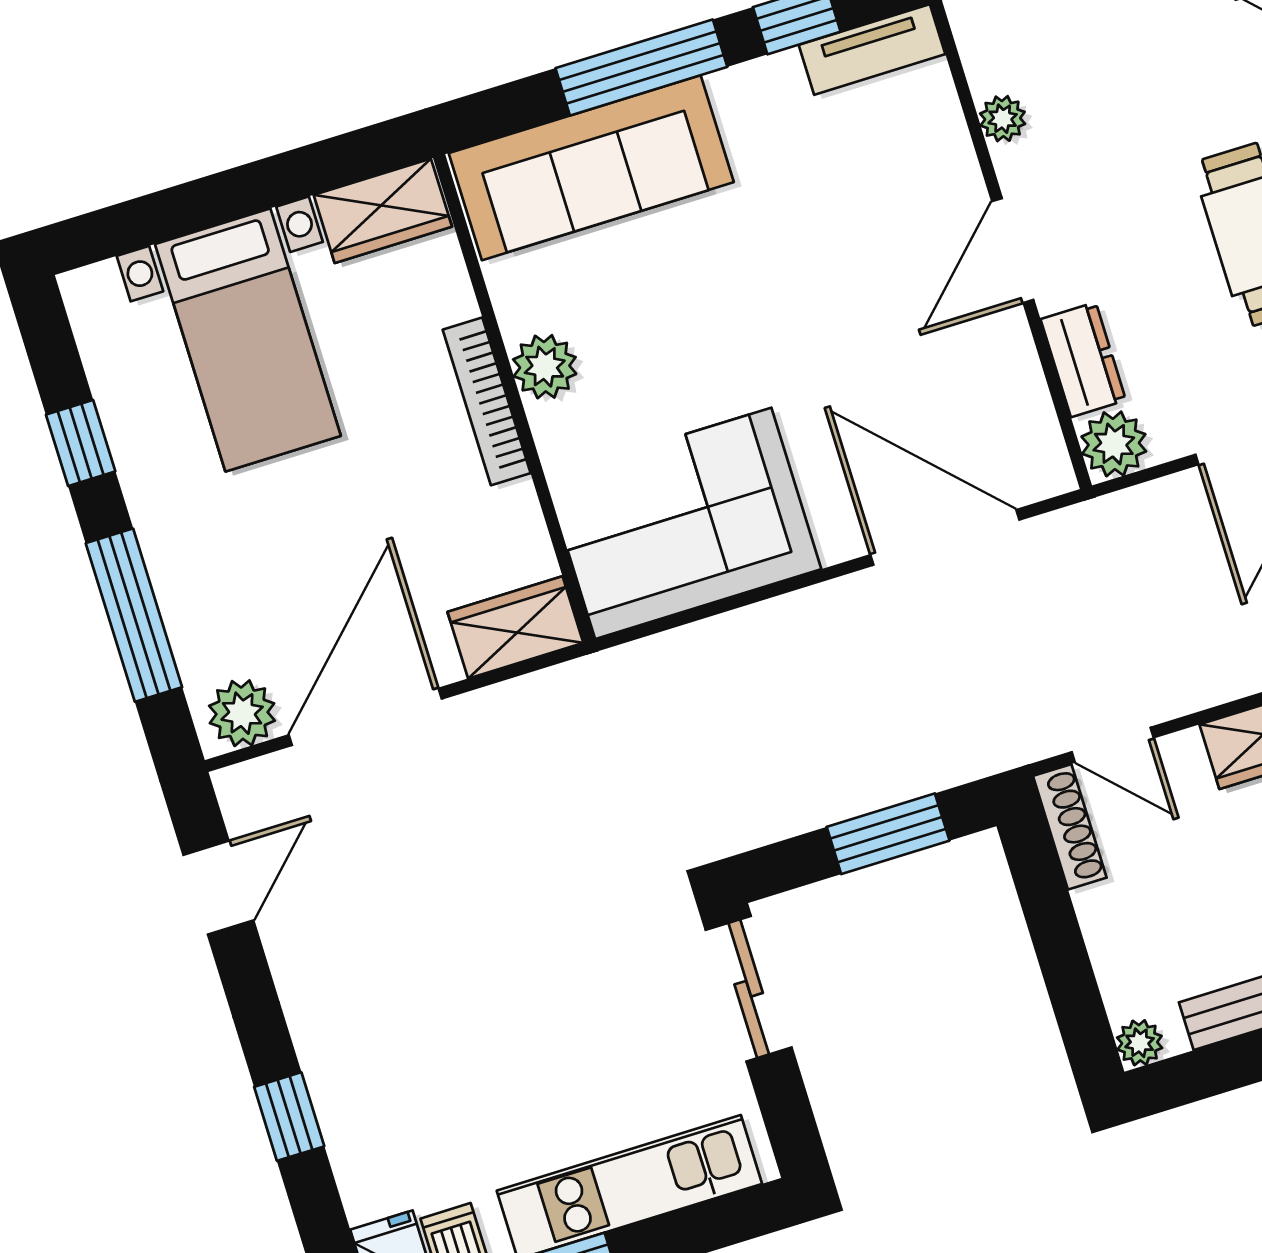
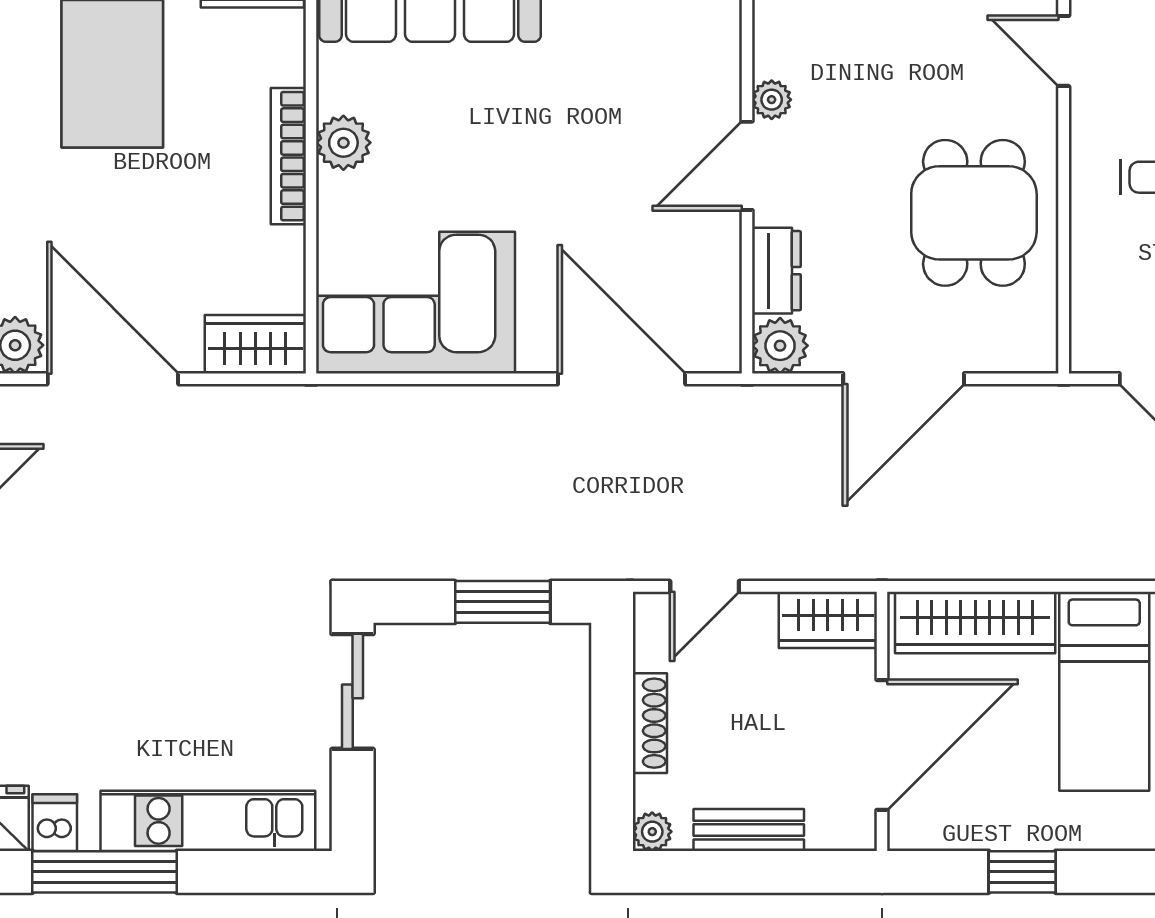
plant: (1003, 119) -> (772, 100), moved
door: (365, 717) -> (113, 379), hinge flipped
door: (1113, 745) -> (705, 586), hinge flipped
shoe rack: (1070, 827) -> (650, 723), moved

